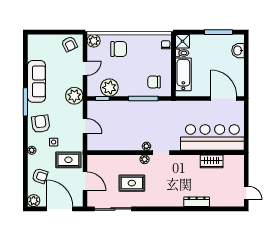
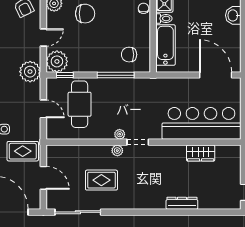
plant: (109, 88) -> (57, 61), moved
cafe table: (114, 122) -> (80, 104), added

